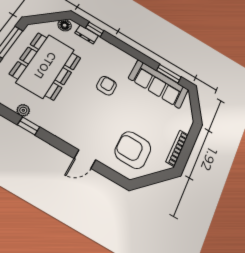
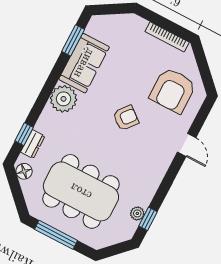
plant: (123, 61) -> (64, 99), added
sofa: (159, 84) -> (84, 63), width x0.73
armchair: (107, 86) -> (126, 118), moved, turned 129
window: (29, 126) -> (148, 219), moved

